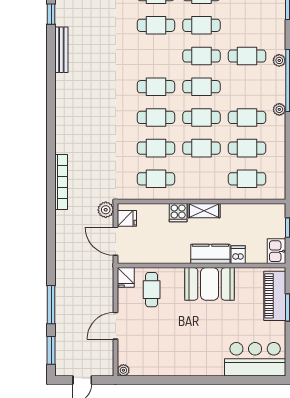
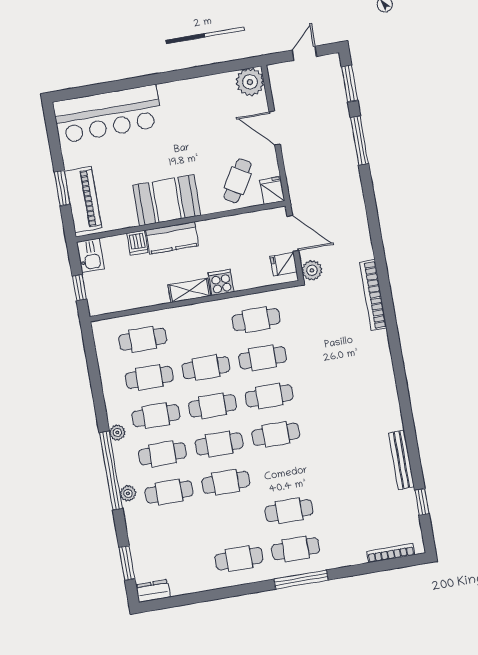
cafe table: (201, 25) -> (162, 454), moved
cafe table: (152, 290) -> (238, 181), turned 30
door: (116, 326) -> (275, 128), swing flipped
bar counter: (255, 359) -> (108, 114), width x1.36
plant: (123, 370) -> (250, 82), width x1.87, depth x1.87

